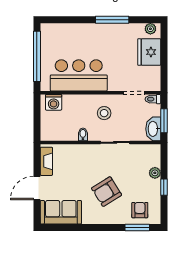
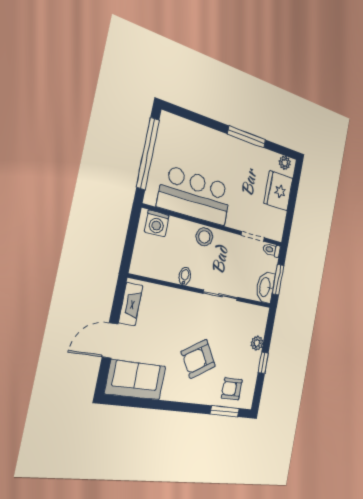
stool: (104, 113) -> (204, 237), moved
armchair: (140, 210) -> (232, 389), turned -90

